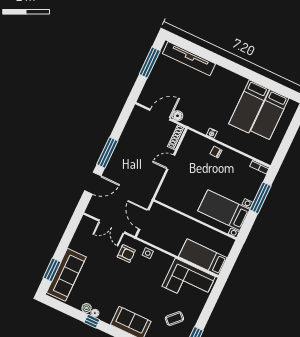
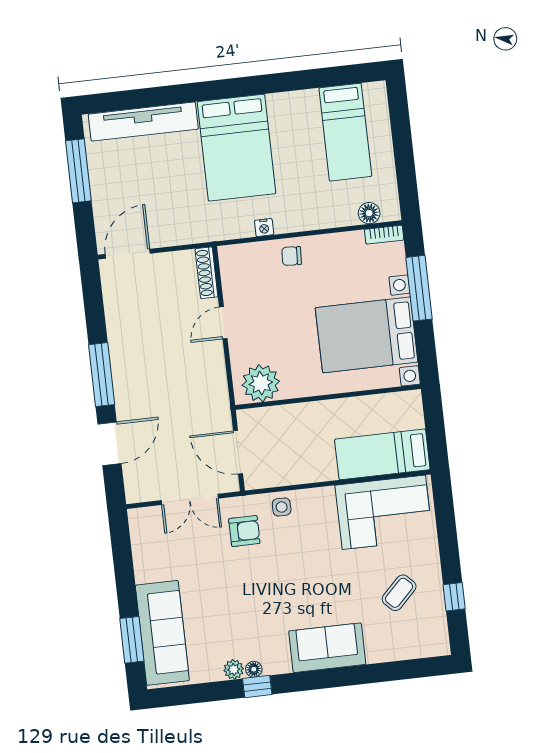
bed: (249, 106) -> (237, 148), moved, width x1.50
door: (160, 115) -> (128, 254), moved
floor lamp: (178, 116) -> (369, 213), moved
plant: (171, 197) -> (261, 383), added
bed with nightstands: (224, 210) -> (367, 335), width x1.36

